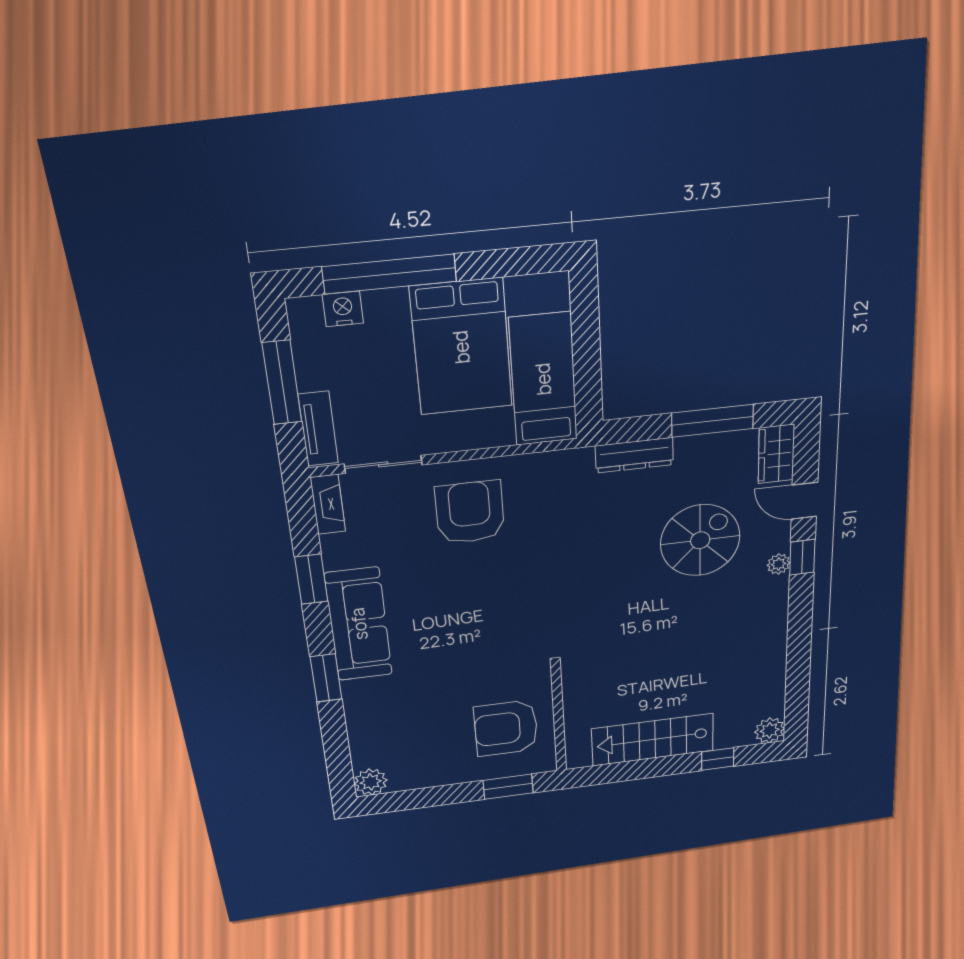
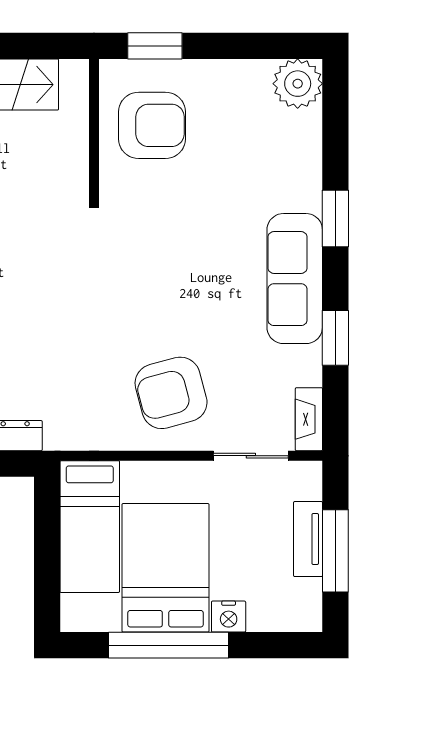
window: (389, 274) -> (168, 645), moved
nightstand: (343, 309) -> (229, 617), moved
tv unit: (318, 429) -> (308, 539), moved
armchair: (470, 512) -> (171, 393), turned 75
plant: (371, 782) -> (298, 84), width x1.36, depth x1.36

